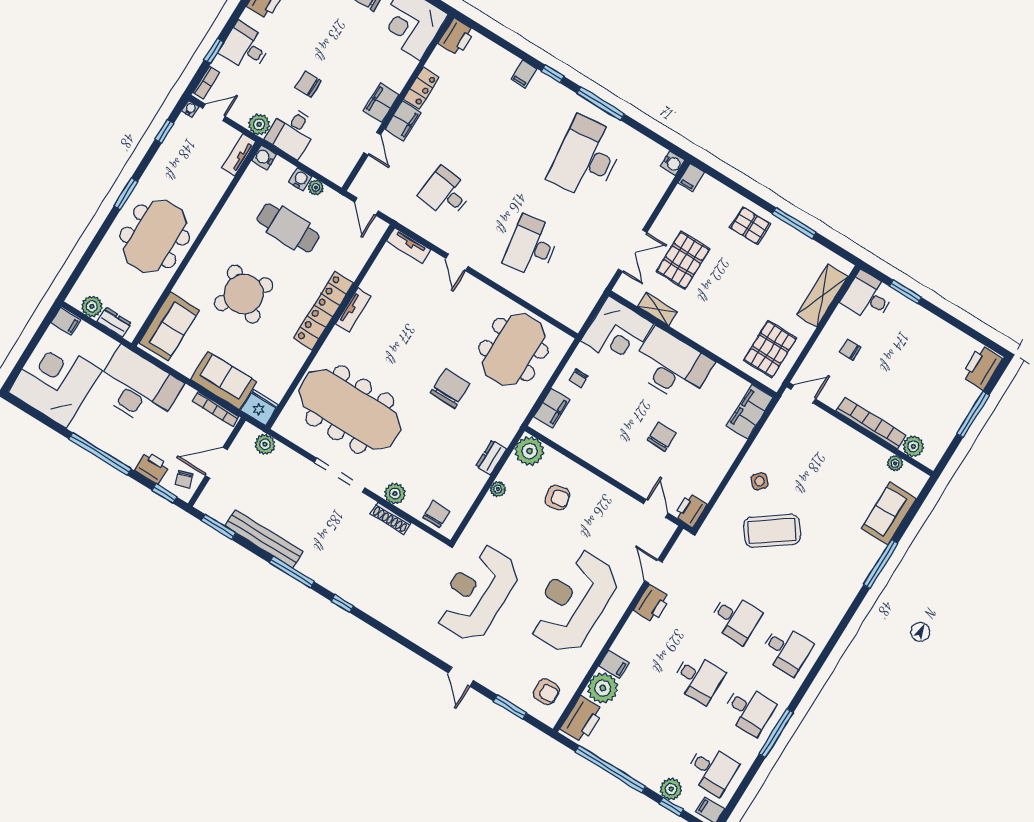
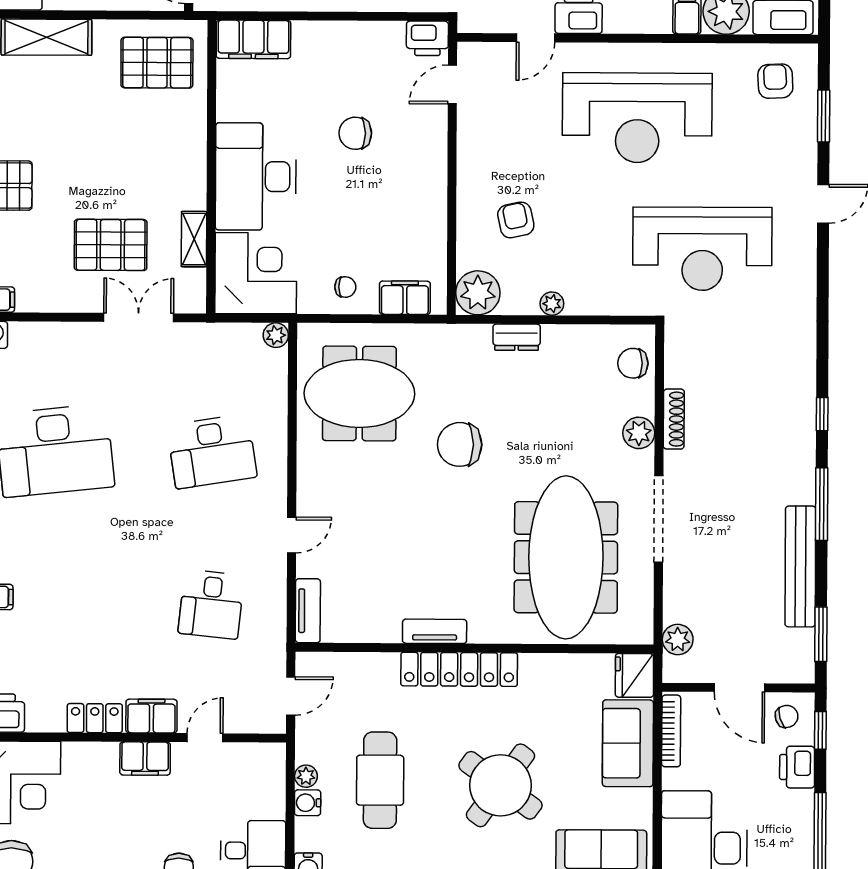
plant: (575, 322) -> (276, 335), added

